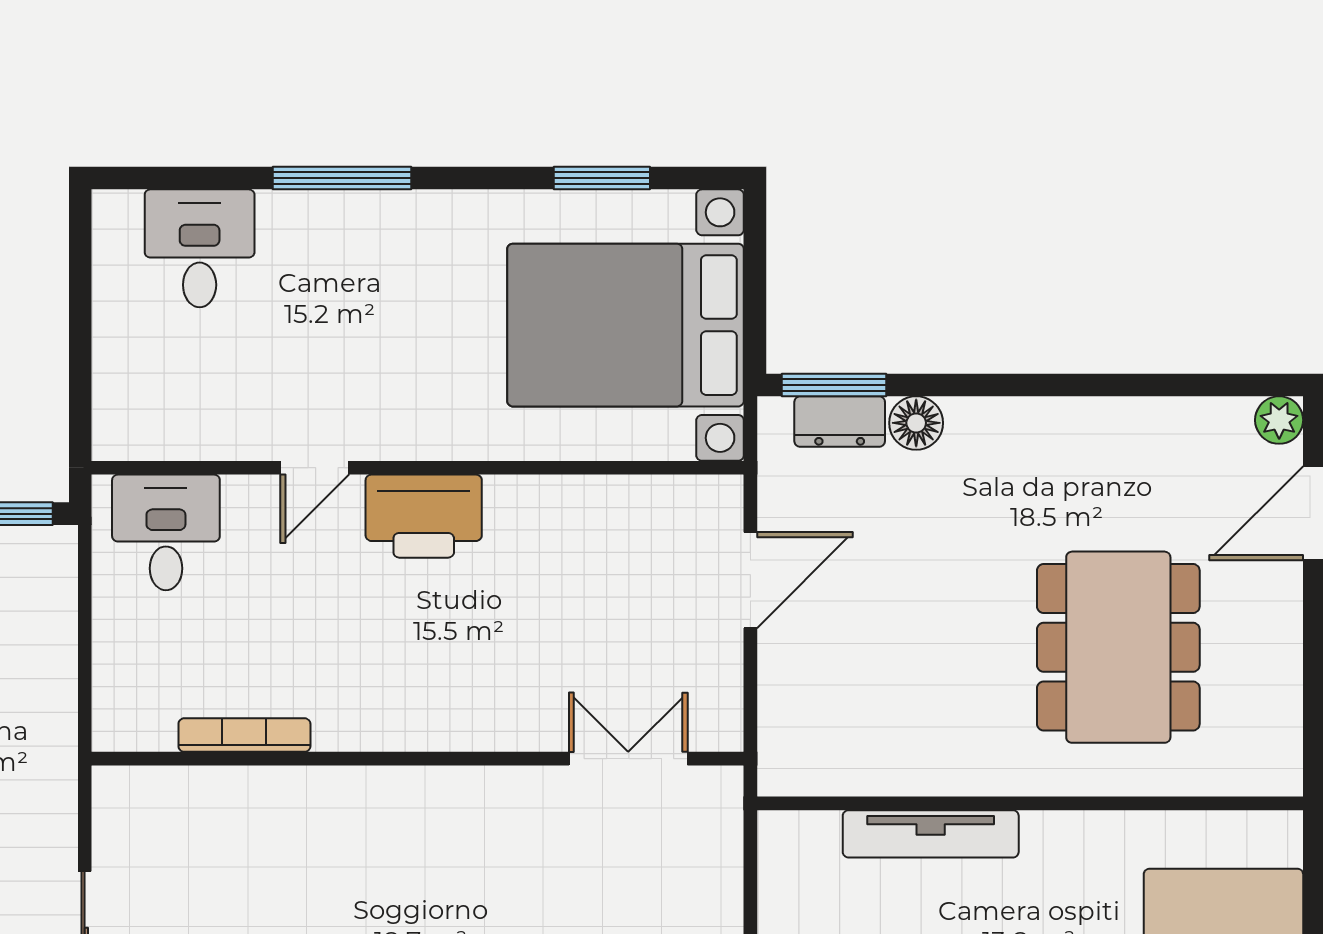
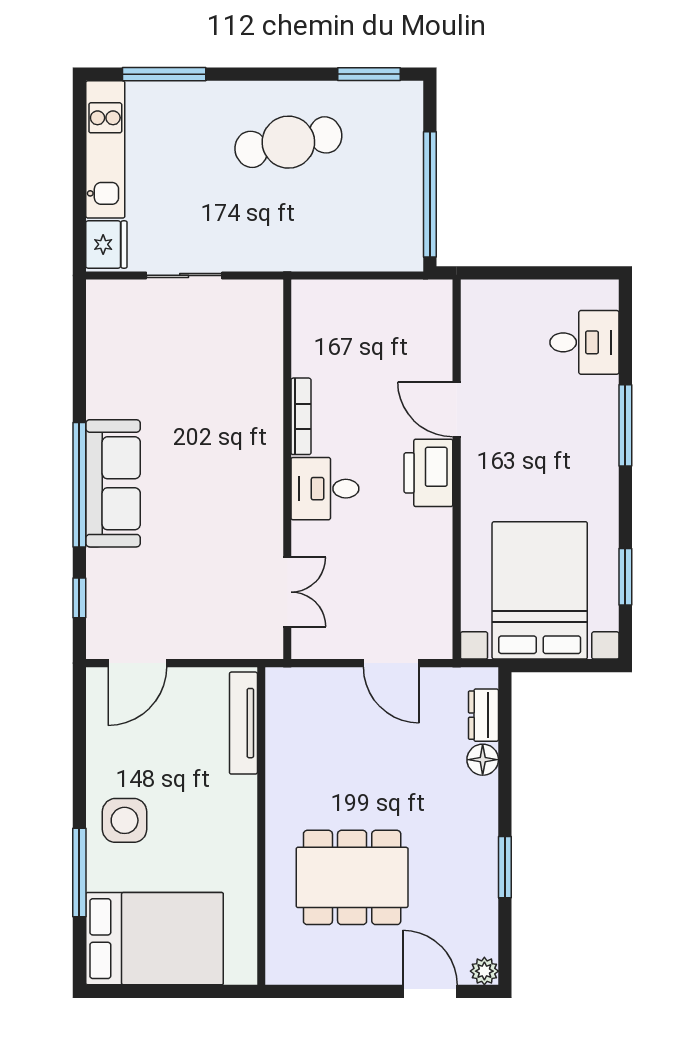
window: (834, 385) -> (505, 867), moved
door: (315, 468) -> (457, 409), width x1.38
desk: (166, 532) -> (325, 489), moved, turned 180
bookcase: (244, 735) -> (301, 416), moved
tv unit: (931, 834) -> (243, 723), moved

